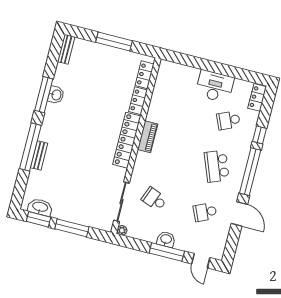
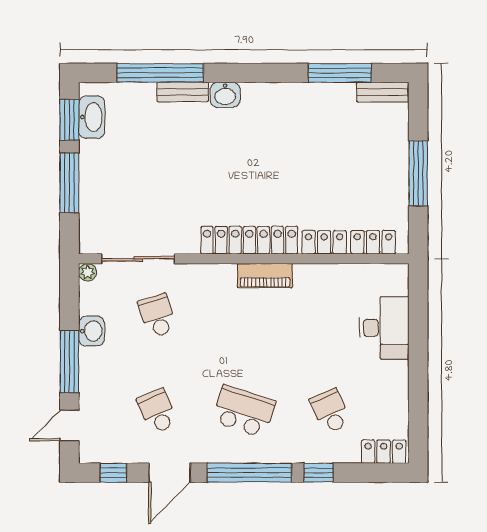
desk: (215, 86) -> (384, 328), moved
window: (44, 95) -> (340, 73), moved
washbasin: (56, 95) -> (225, 95), moved
window: (30, 147) -> (160, 73), moved
school desk: (217, 166) -> (244, 411), turned 39
school desk: (154, 199) -> (157, 316), turned -39
washbasin: (166, 239) -> (92, 331), moved
window: (232, 244) -> (113, 473), added

